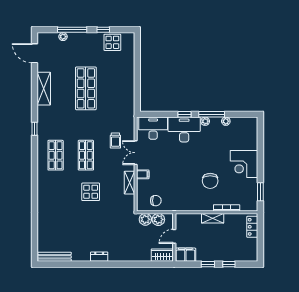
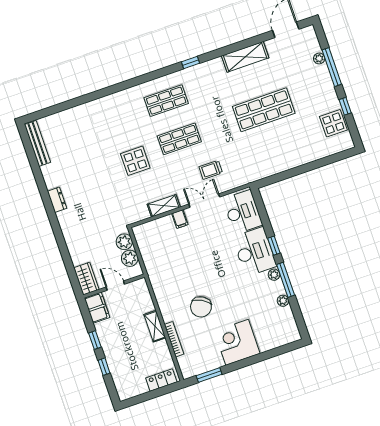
chair: (210, 181) -> (201, 307), turned -60
chair: (156, 201) -> (152, 247), removed

